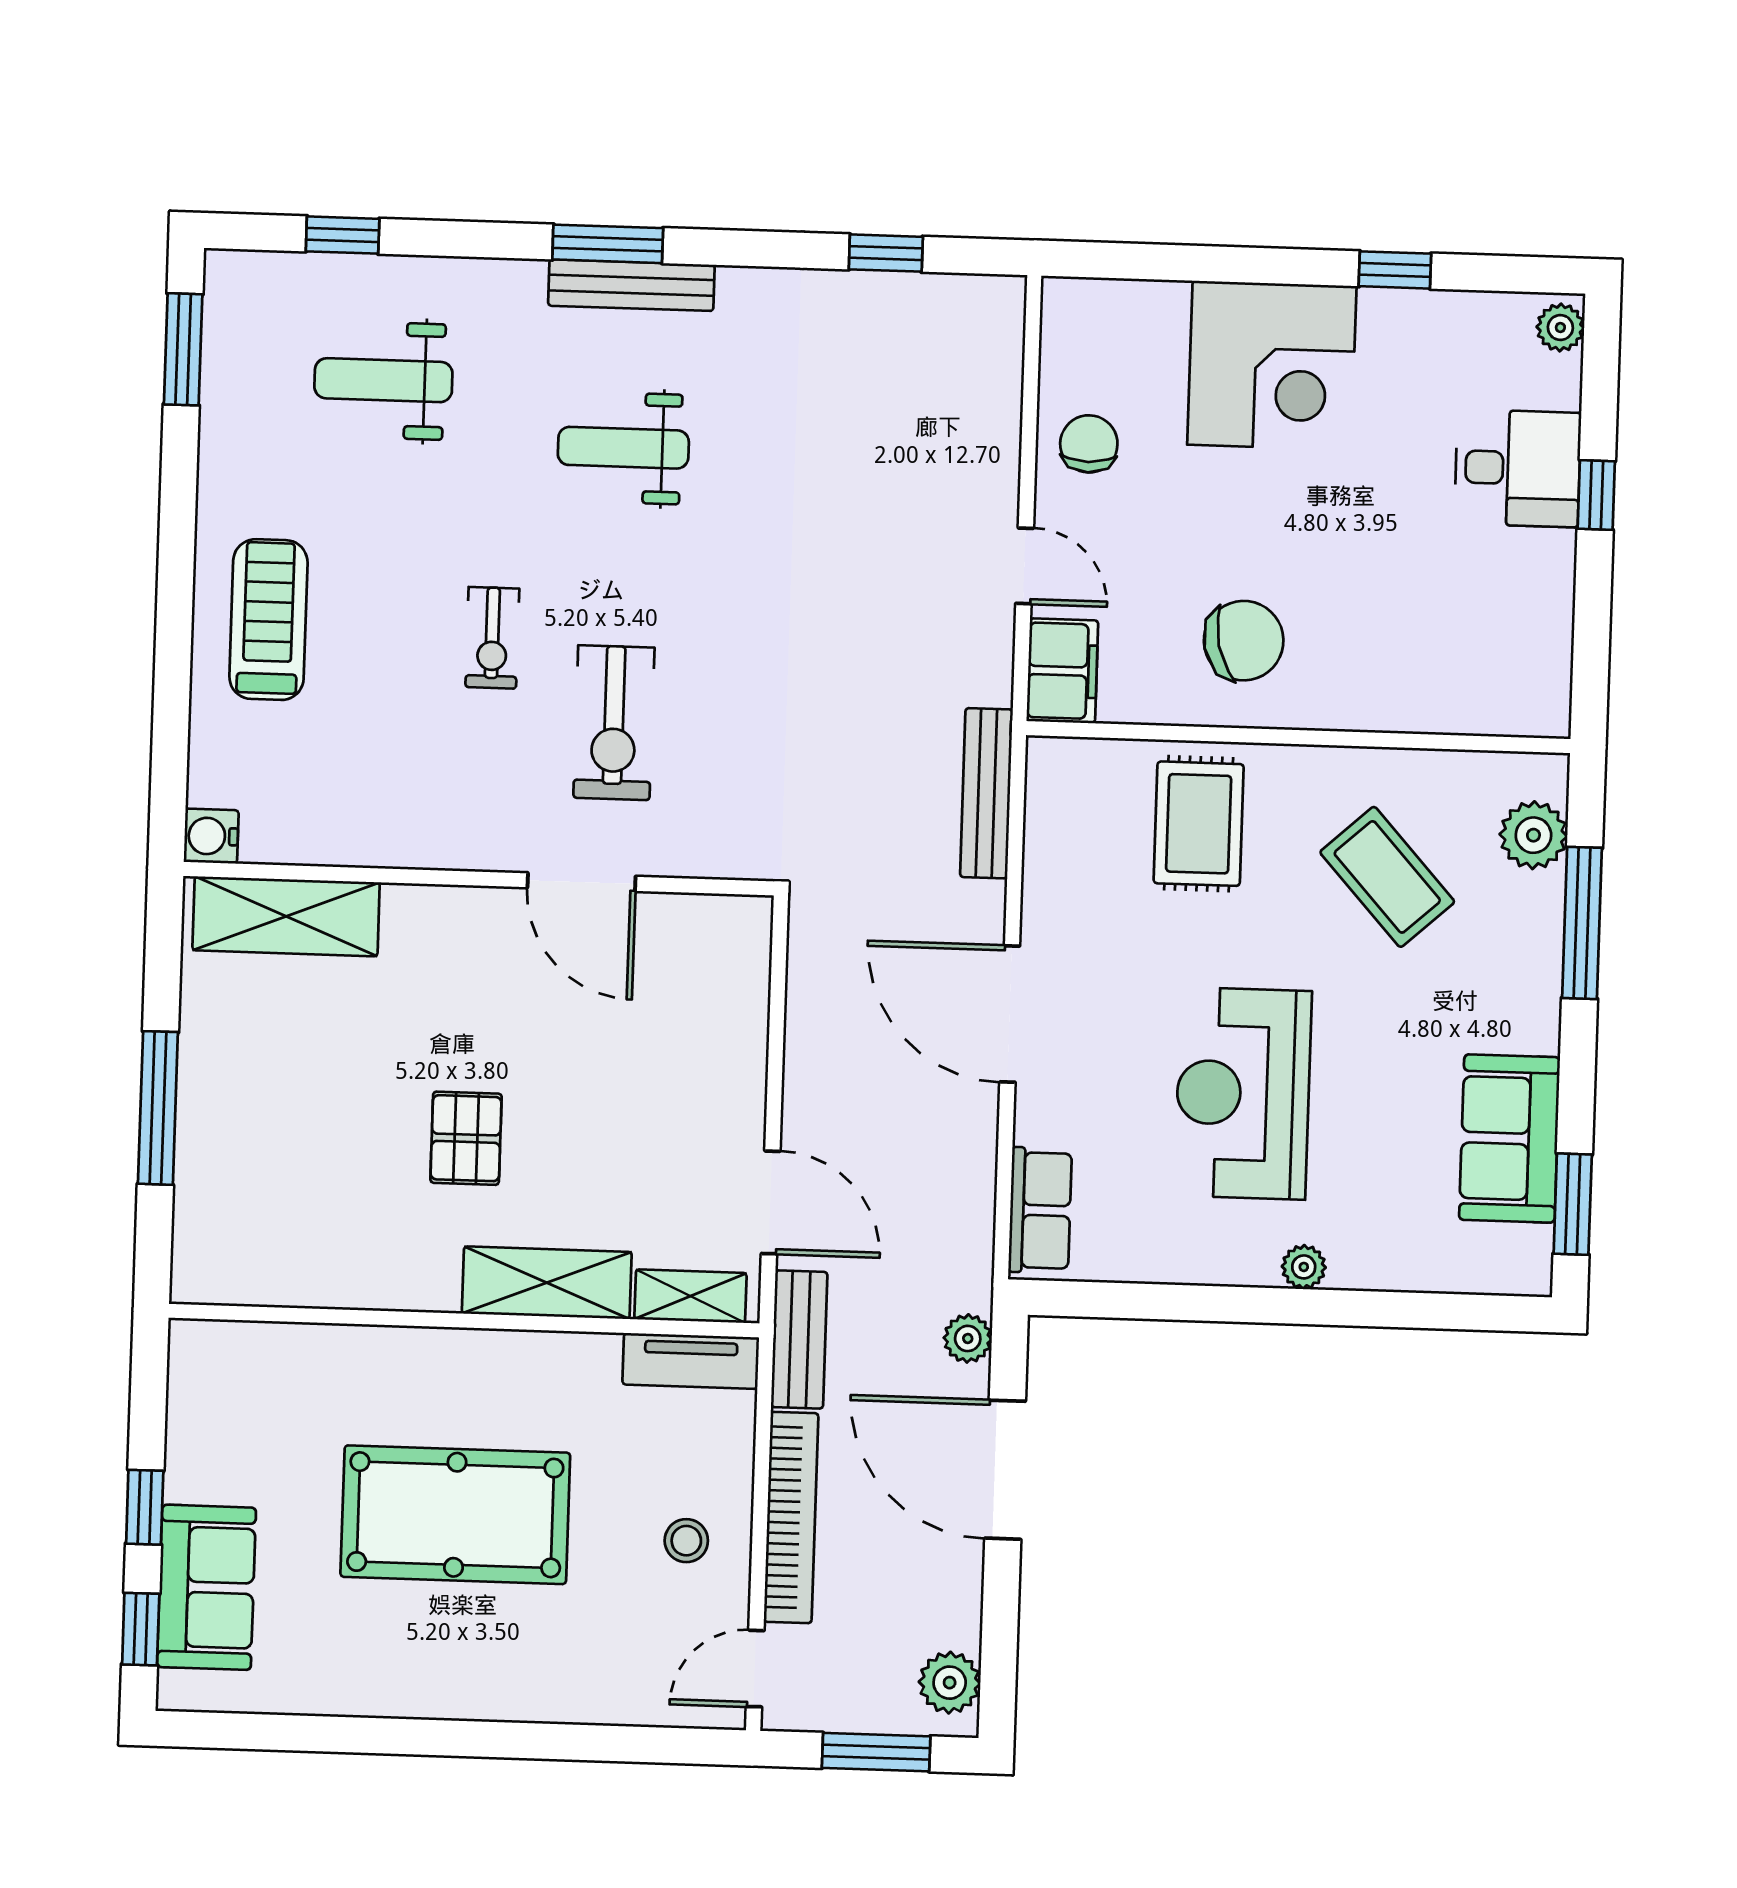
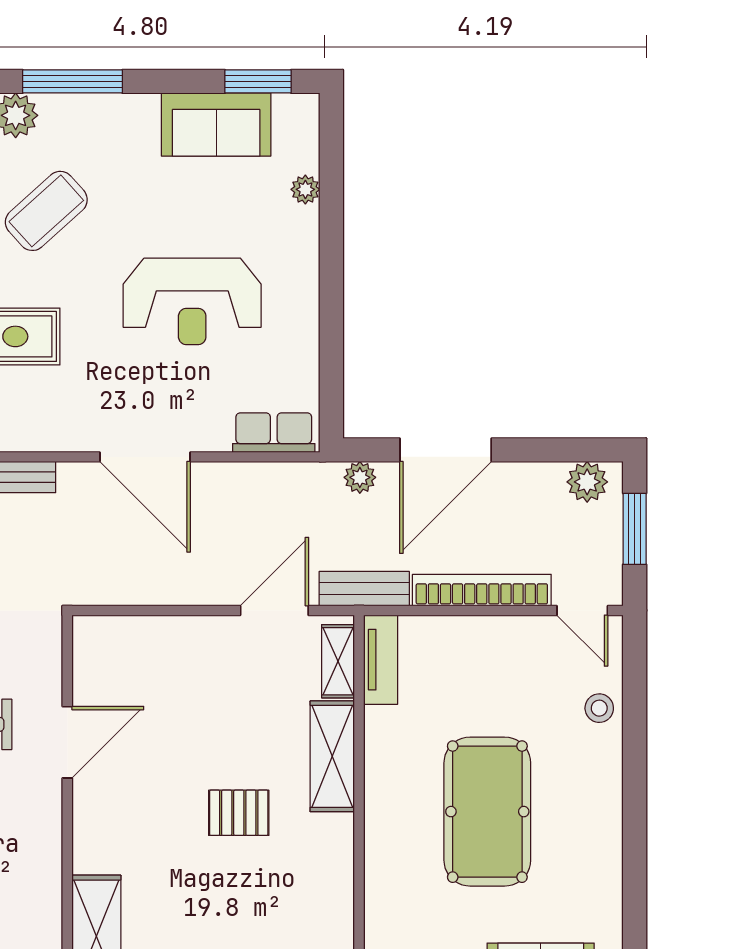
door: (1010, 1014) -> (145, 457), hinge flipped
plant: (1304, 1267) -> (305, 189), moved
stool: (686, 1541) -> (599, 708), moved

